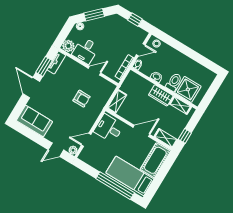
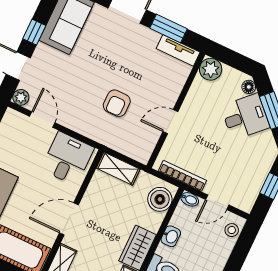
door: (141, 50) -> (217, 202), hinge flipped
desk: (85, 51) -> (245, 117), moved, turned 135
door: (95, 71) -> (170, 122), swing flipped
boiler: (136, 81) -> (160, 199), added
door: (141, 131) -> (69, 219), swing flipped
window: (38, 139) -> (34, 32), added

